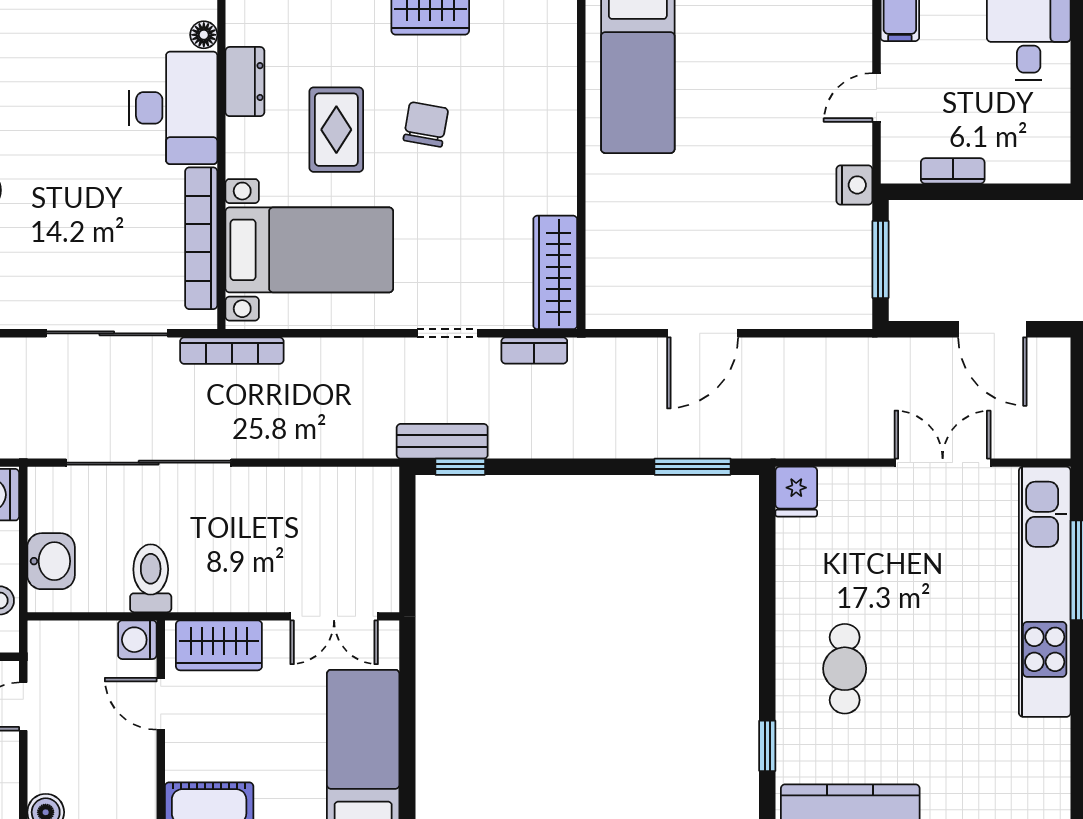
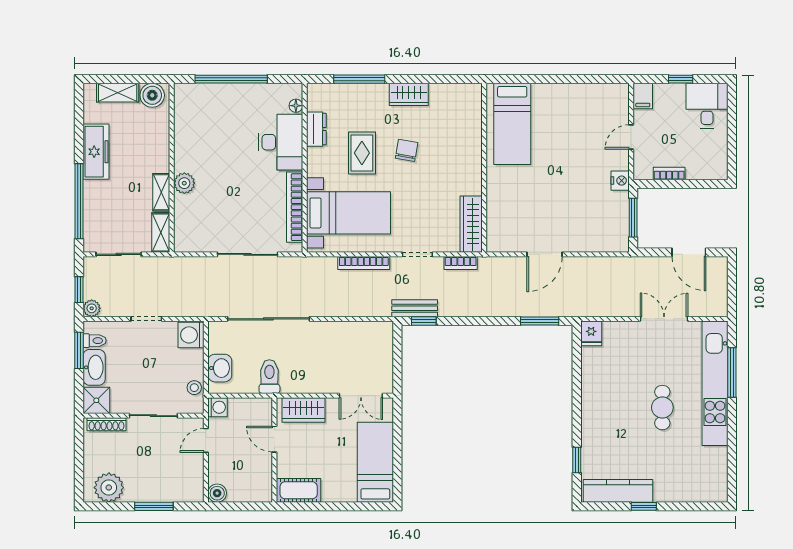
bookcase: (232, 351) -> (364, 263), moved
washing machine: (137, 640) -> (218, 407), moved, turned 180
cafe table: (845, 669) -> (662, 408), moved

